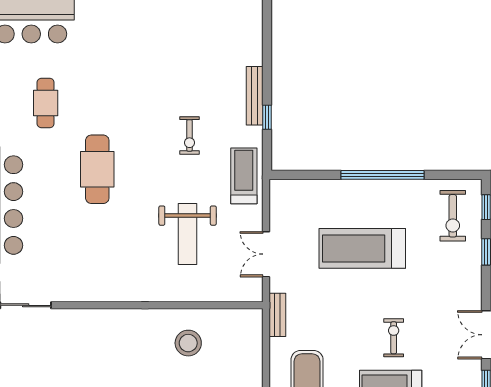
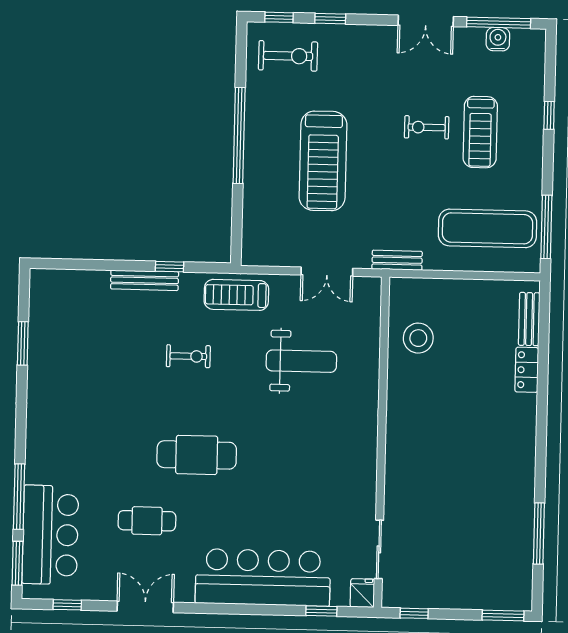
cafe table: (97, 169) -> (197, 455), moved
stool: (188, 343) -> (418, 338), moved

